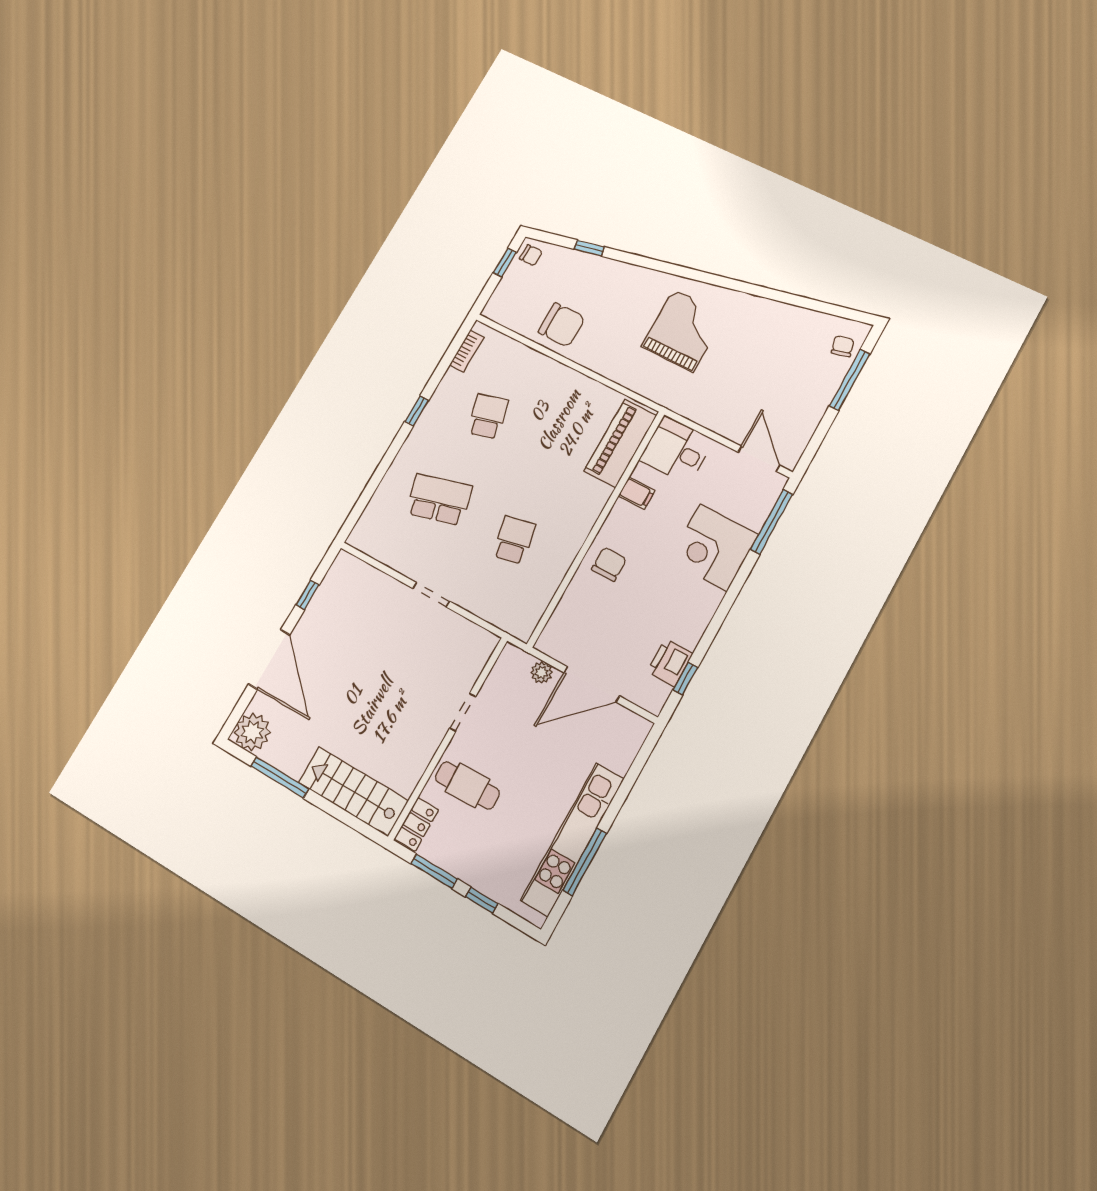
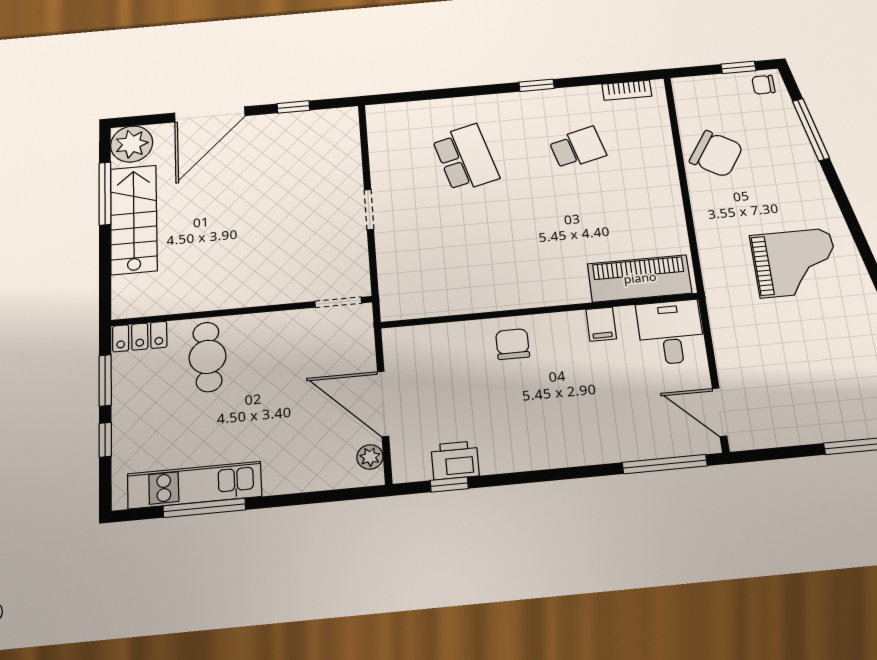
window: (589, 248) -> (811, 130), width x2.17
chair: (531, 255) -> (763, 85), turned 90
chair: (562, 325) -> (716, 154), turned -58
door: (759, 459) -> (720, 412), swing flipped
school desk: (514, 540) -> (474, 246), removed
corner desk: (713, 547) -> (599, 427), removed
chair: (609, 564) -> (513, 344), turned -90
plant: (542, 672) -> (370, 457), moved
doorway: (463, 712) -> (338, 302), moved
stairs: (353, 791) -> (134, 220), moved
kitchen unit: (572, 839) -> (194, 485), width x0.73

